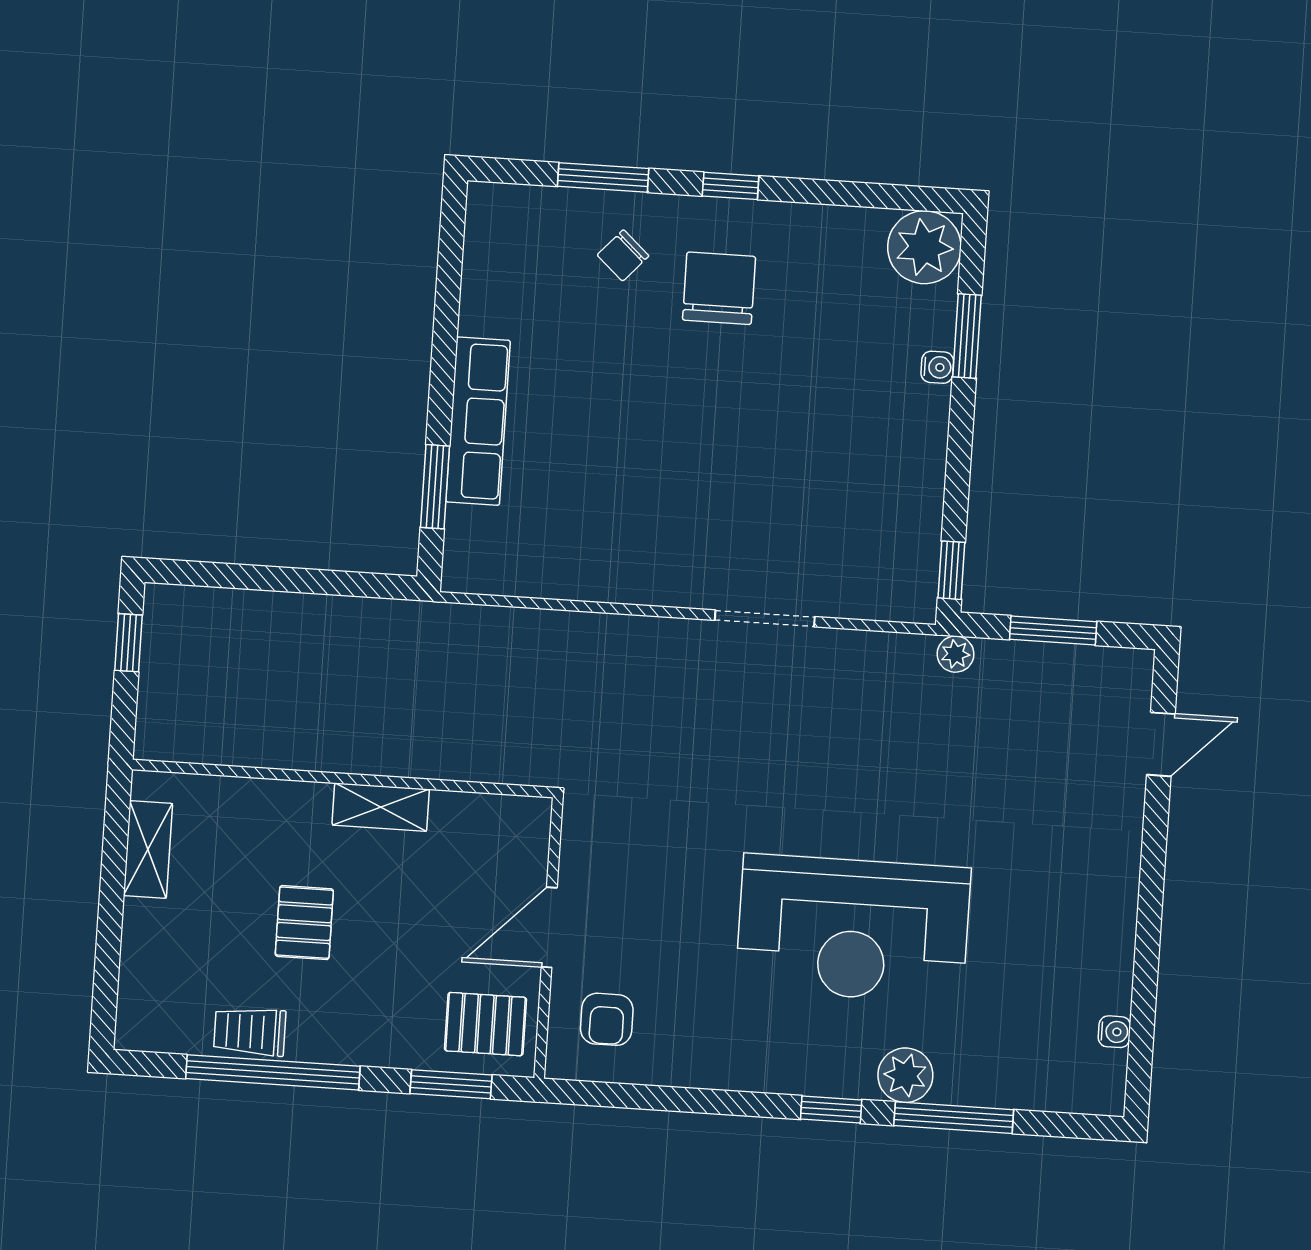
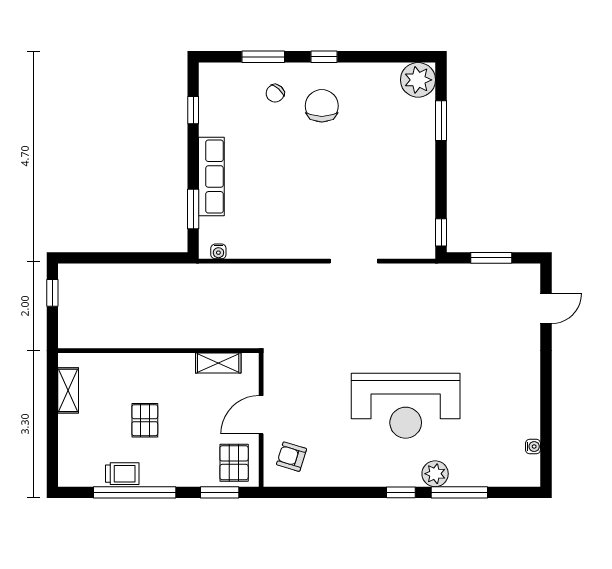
window: (449, 279) -> (193, 110), added
water cooler: (937, 367) -> (218, 251), moved, turned 90
plant: (956, 654) -> (446, 272), removed
shelving: (381, 807) -> (218, 363), moved
armchair: (607, 1019) -> (291, 457), turned 107
pallet: (485, 1024) -> (234, 463), turned 90
trolley: (250, 1031) -> (122, 474), turned 180

